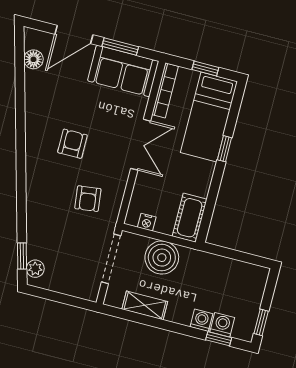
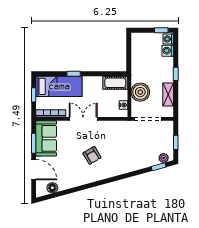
armchair: (72, 144) -> (92, 155), turned -121
armchair: (88, 199) -> (119, 140), removed
window: (57, 297) -> (176, 142), added
washing machine: (201, 320) -> (168, 39), moved
window: (219, 339) -> (176, 74), moved

